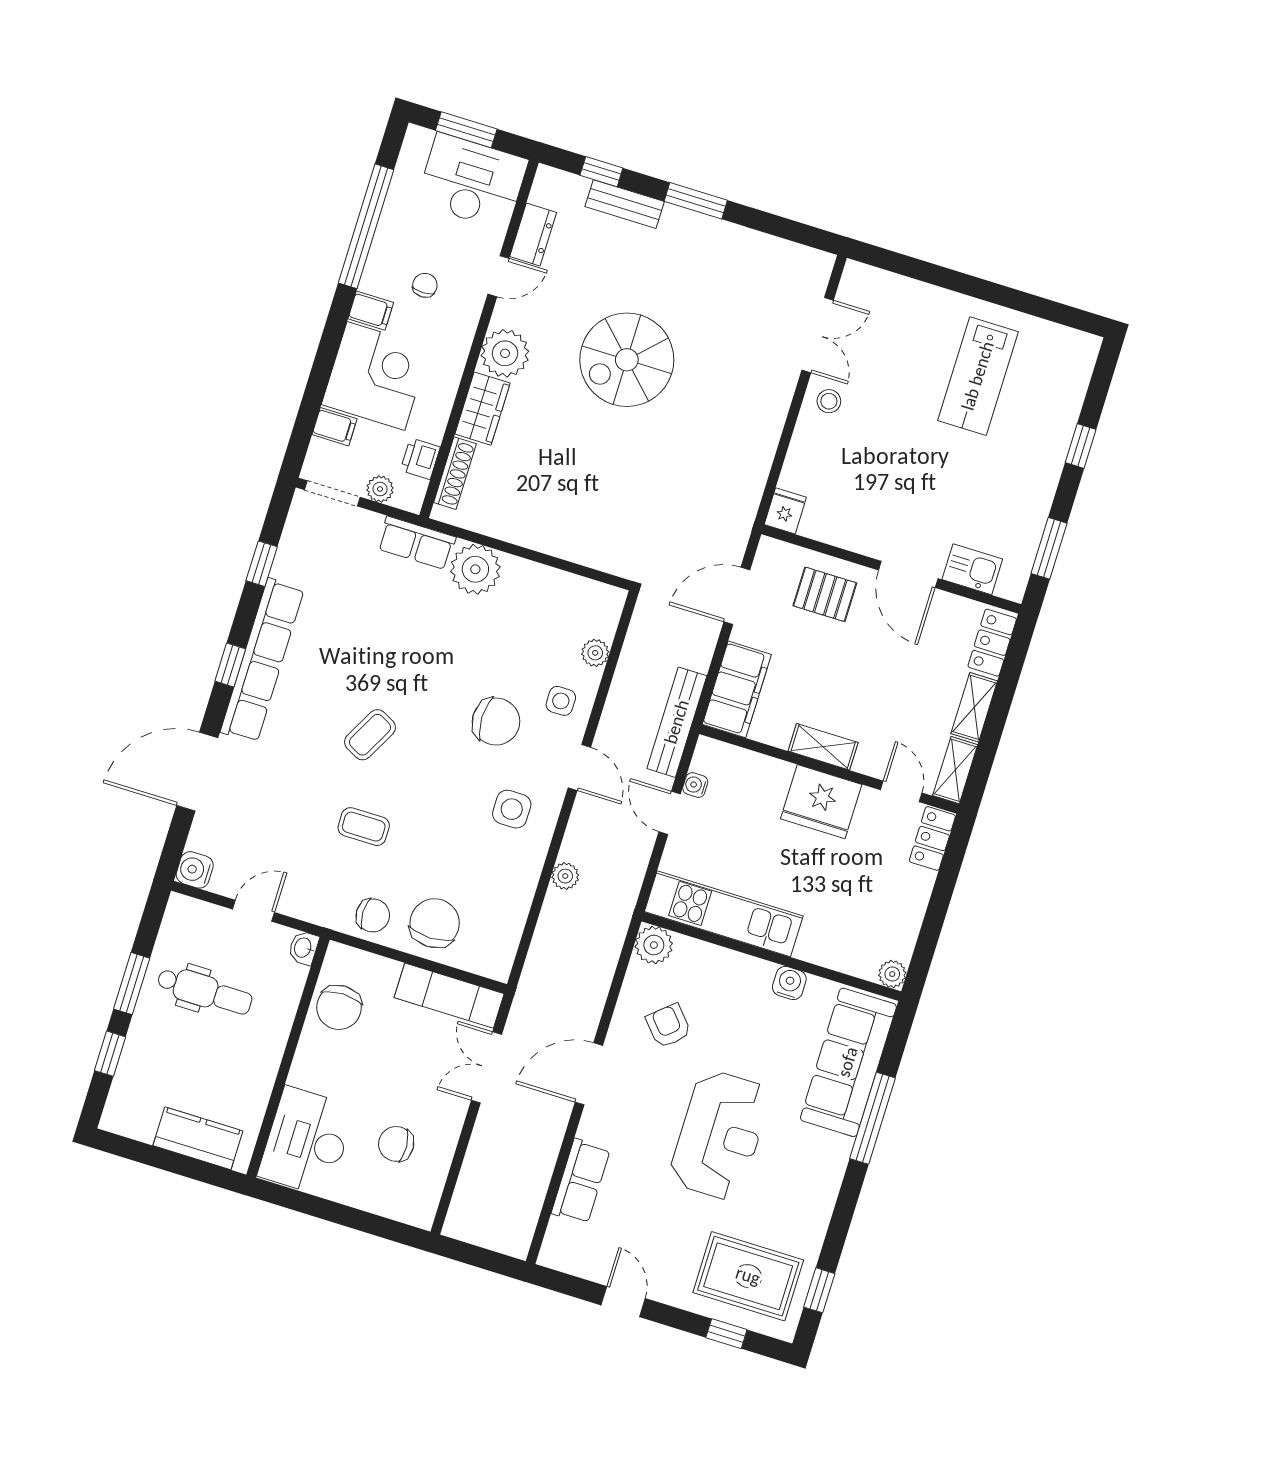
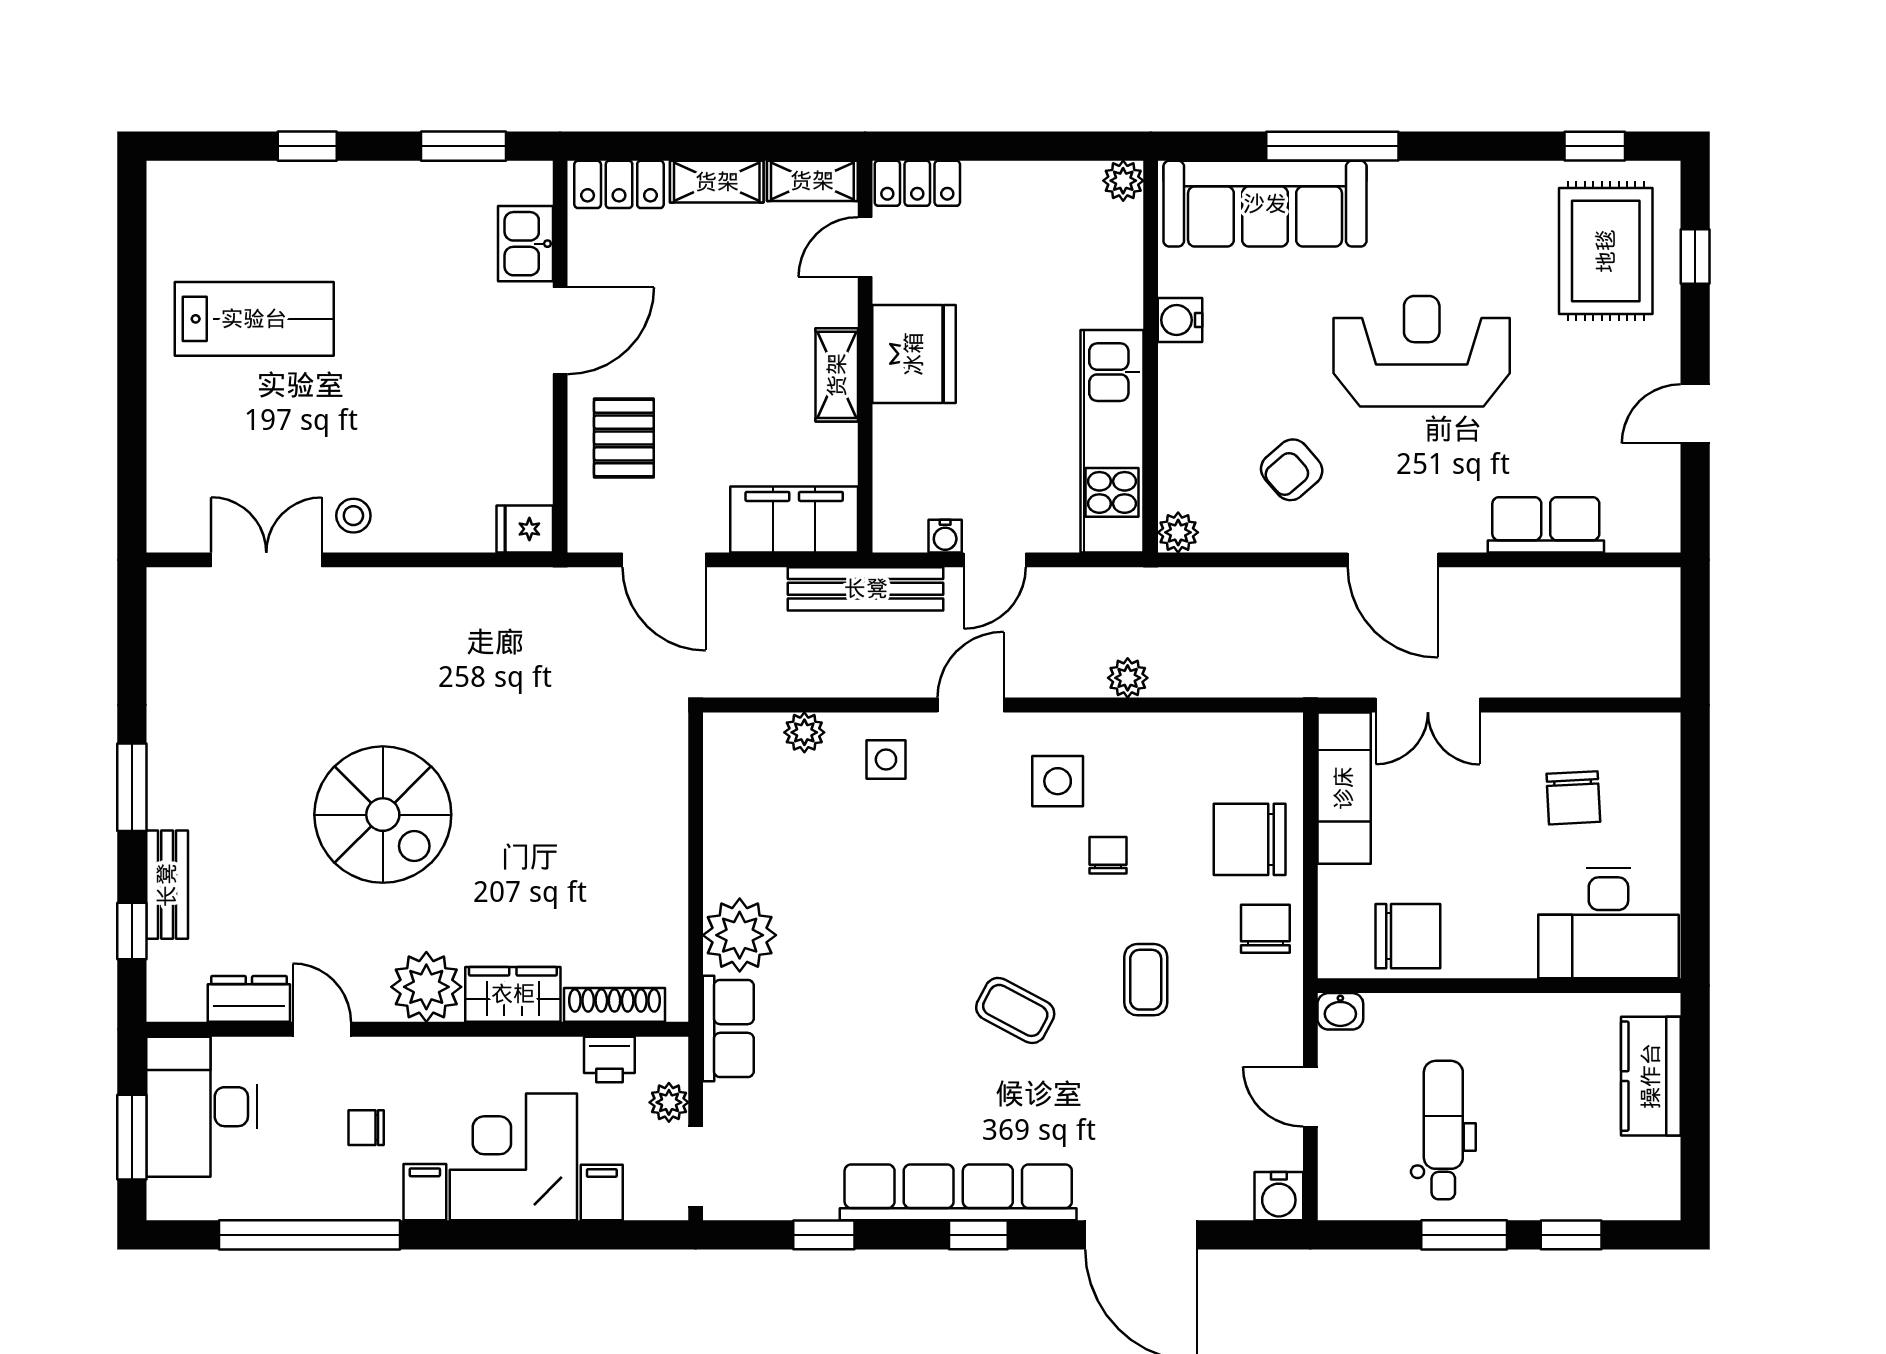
chair: (496, 722) -> (1108, 855), moved, width x0.54, depth x0.54
plant: (654, 945) -> (1178, 532), width x0.73, depth x0.73

